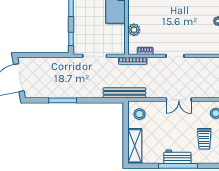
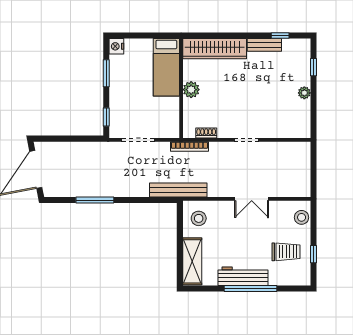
plant: (134, 30) -> (191, 90), moved
trolley: (204, 139) -> (286, 252), turned -90
workbench: (177, 157) -> (243, 276), width x1.38

